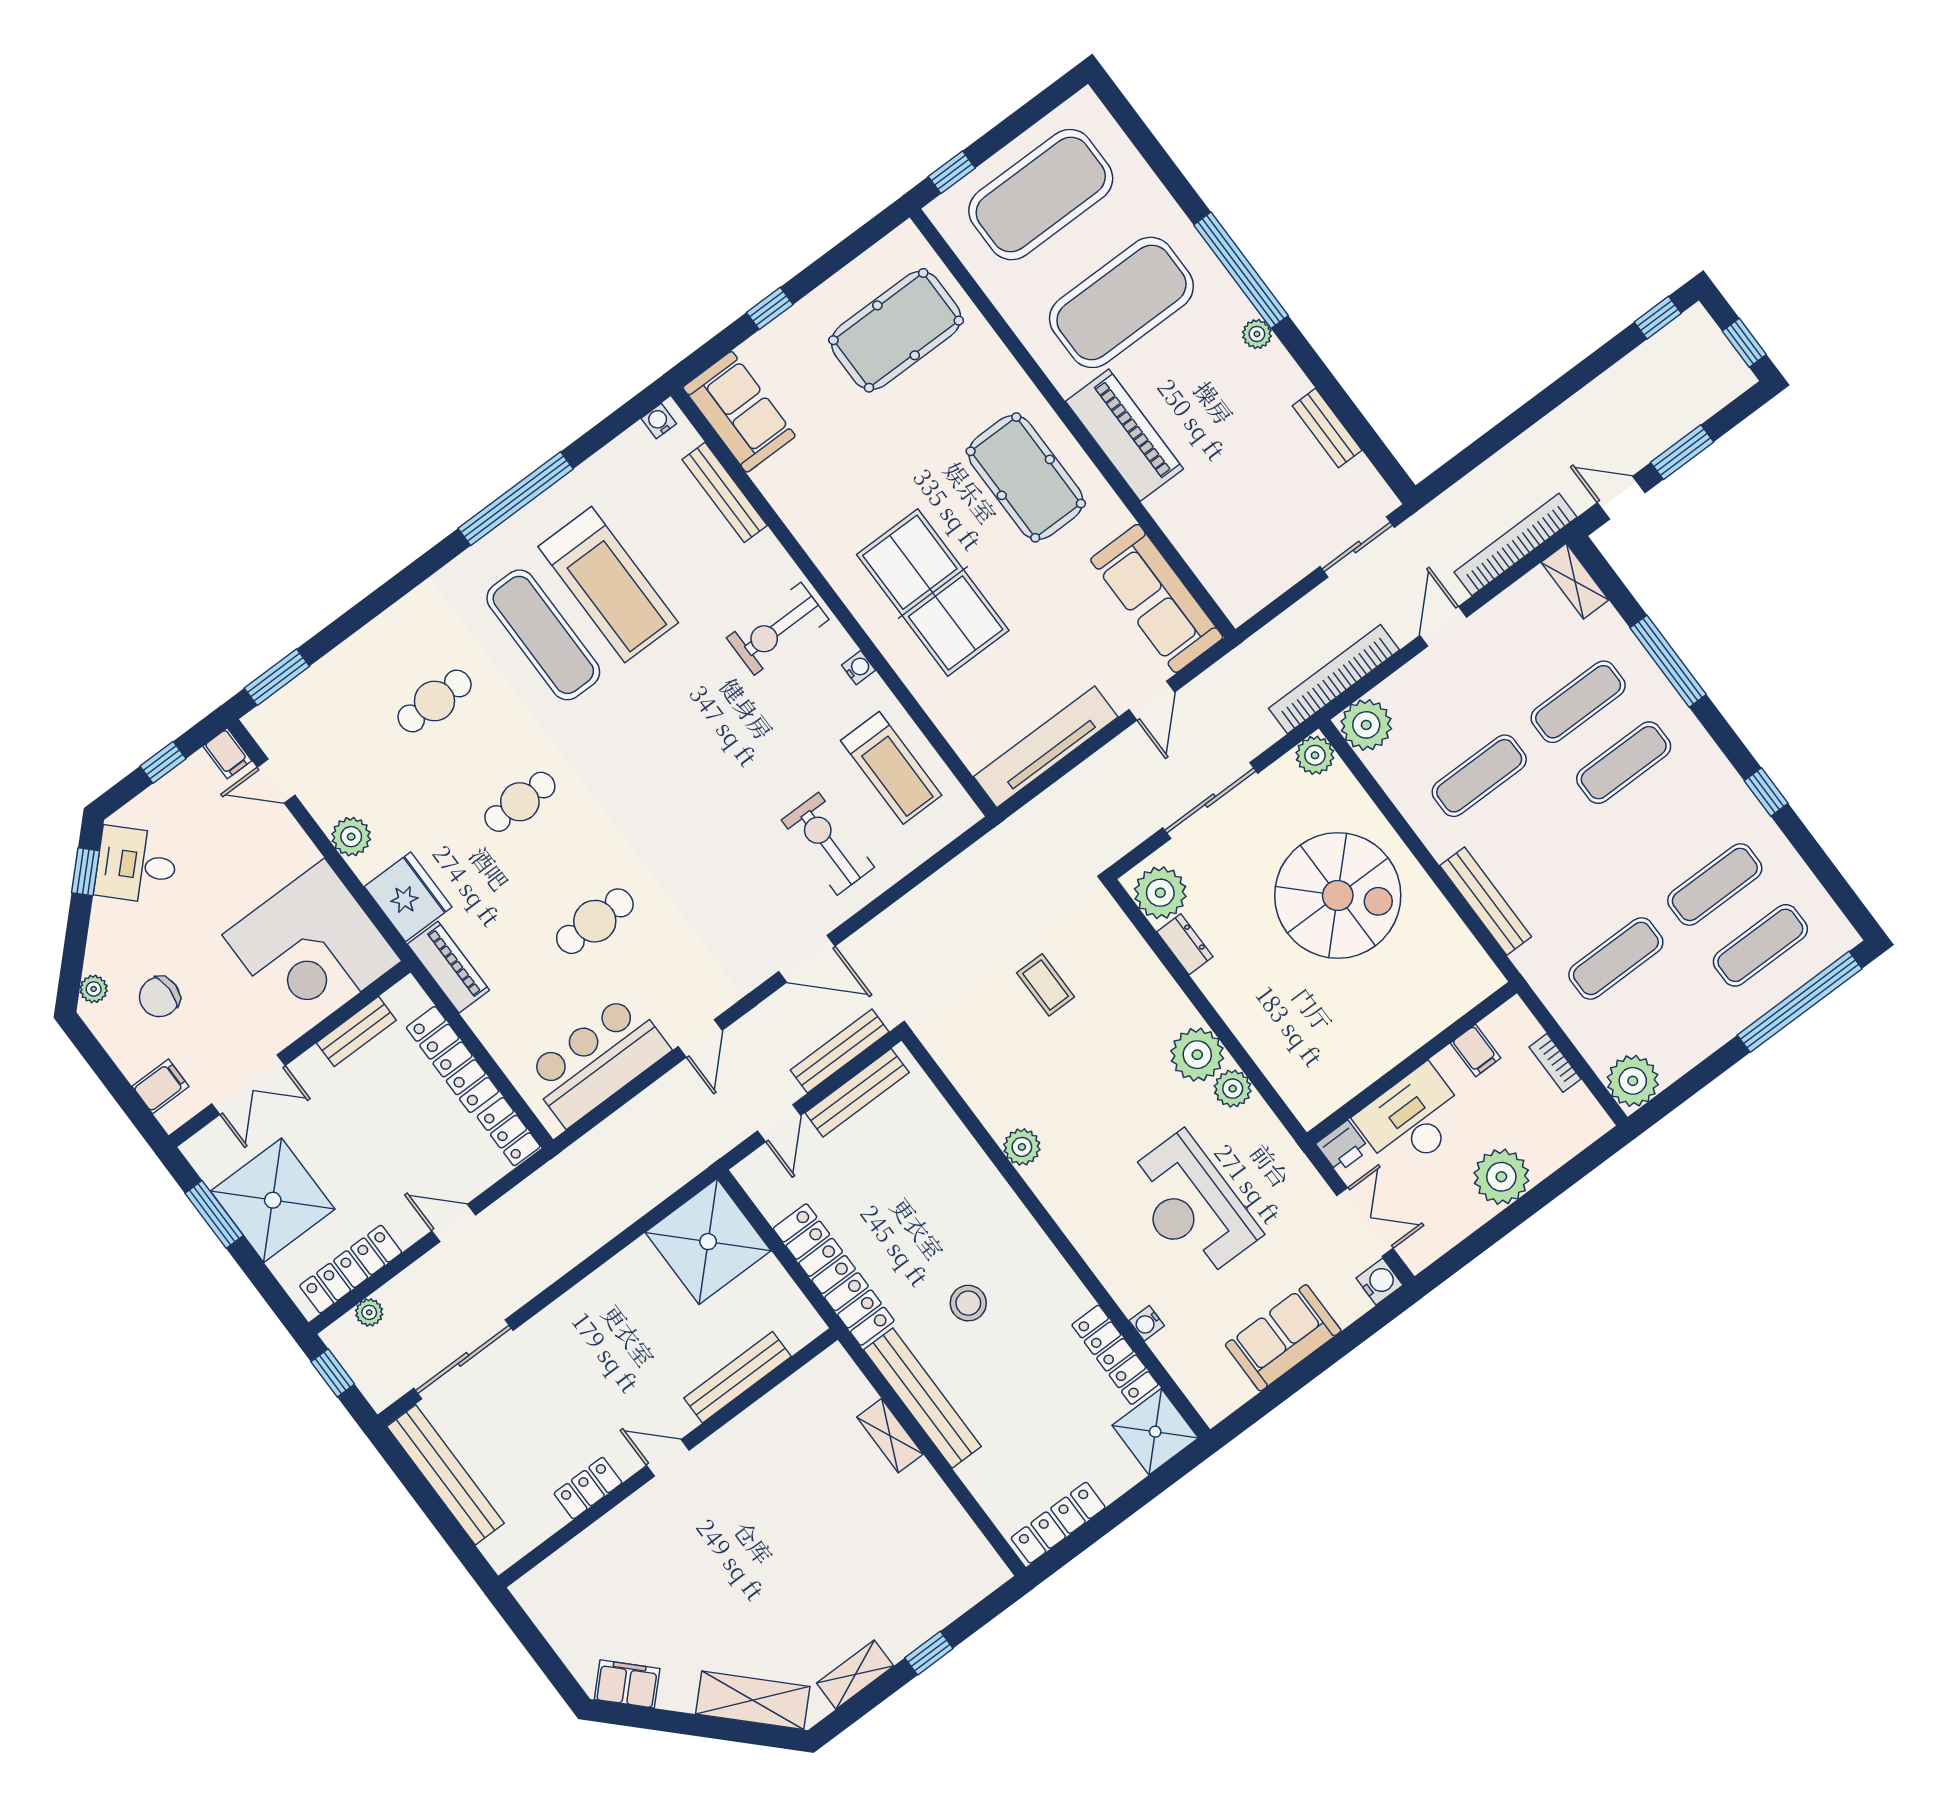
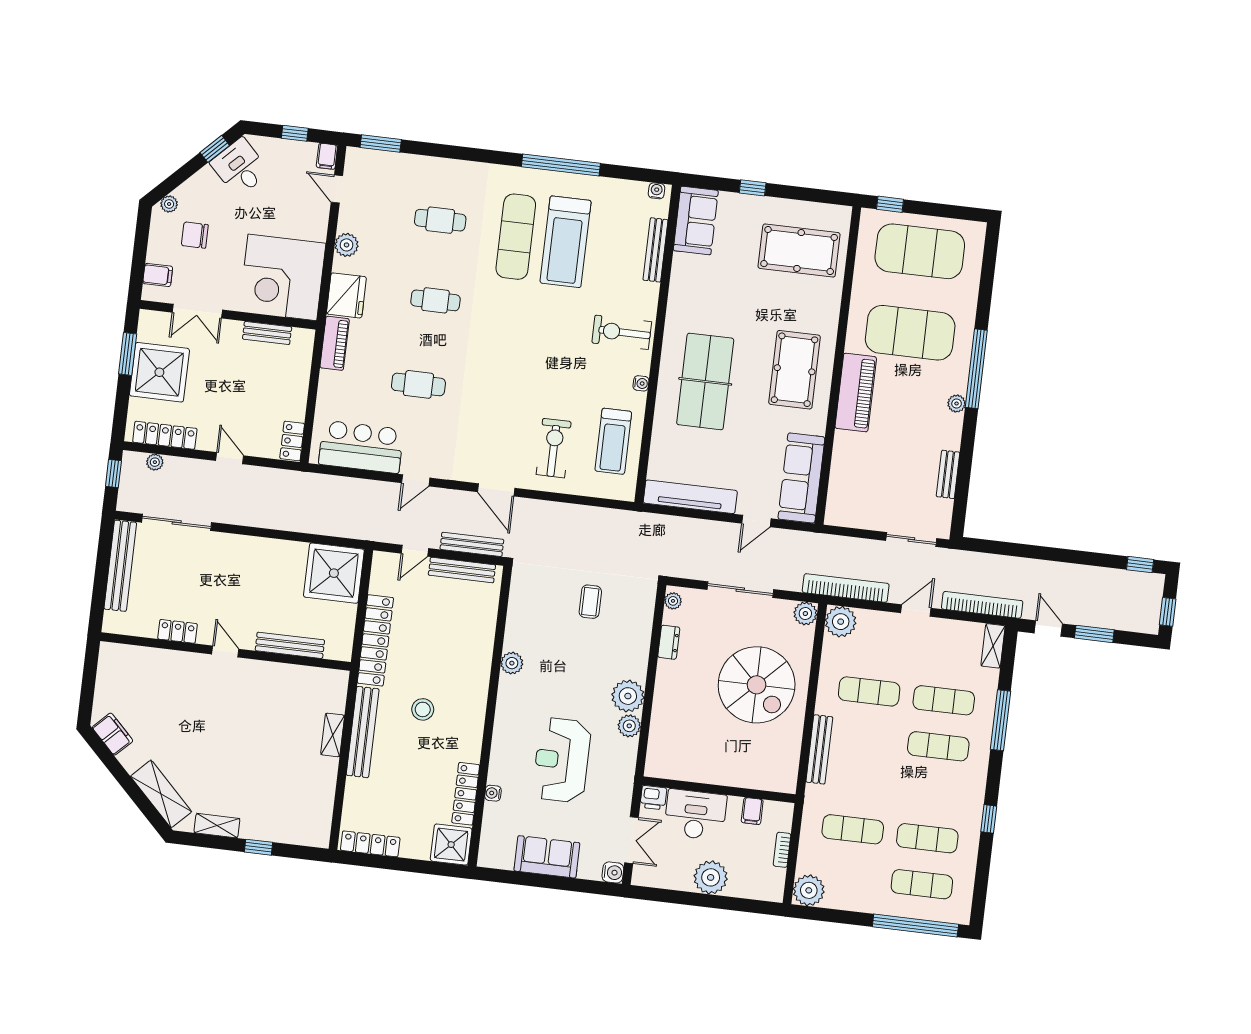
plant: (1160, 893) -> (673, 601), width x0.53, depth x0.53
locker: (453, 1059) -> (298, 386), removed

